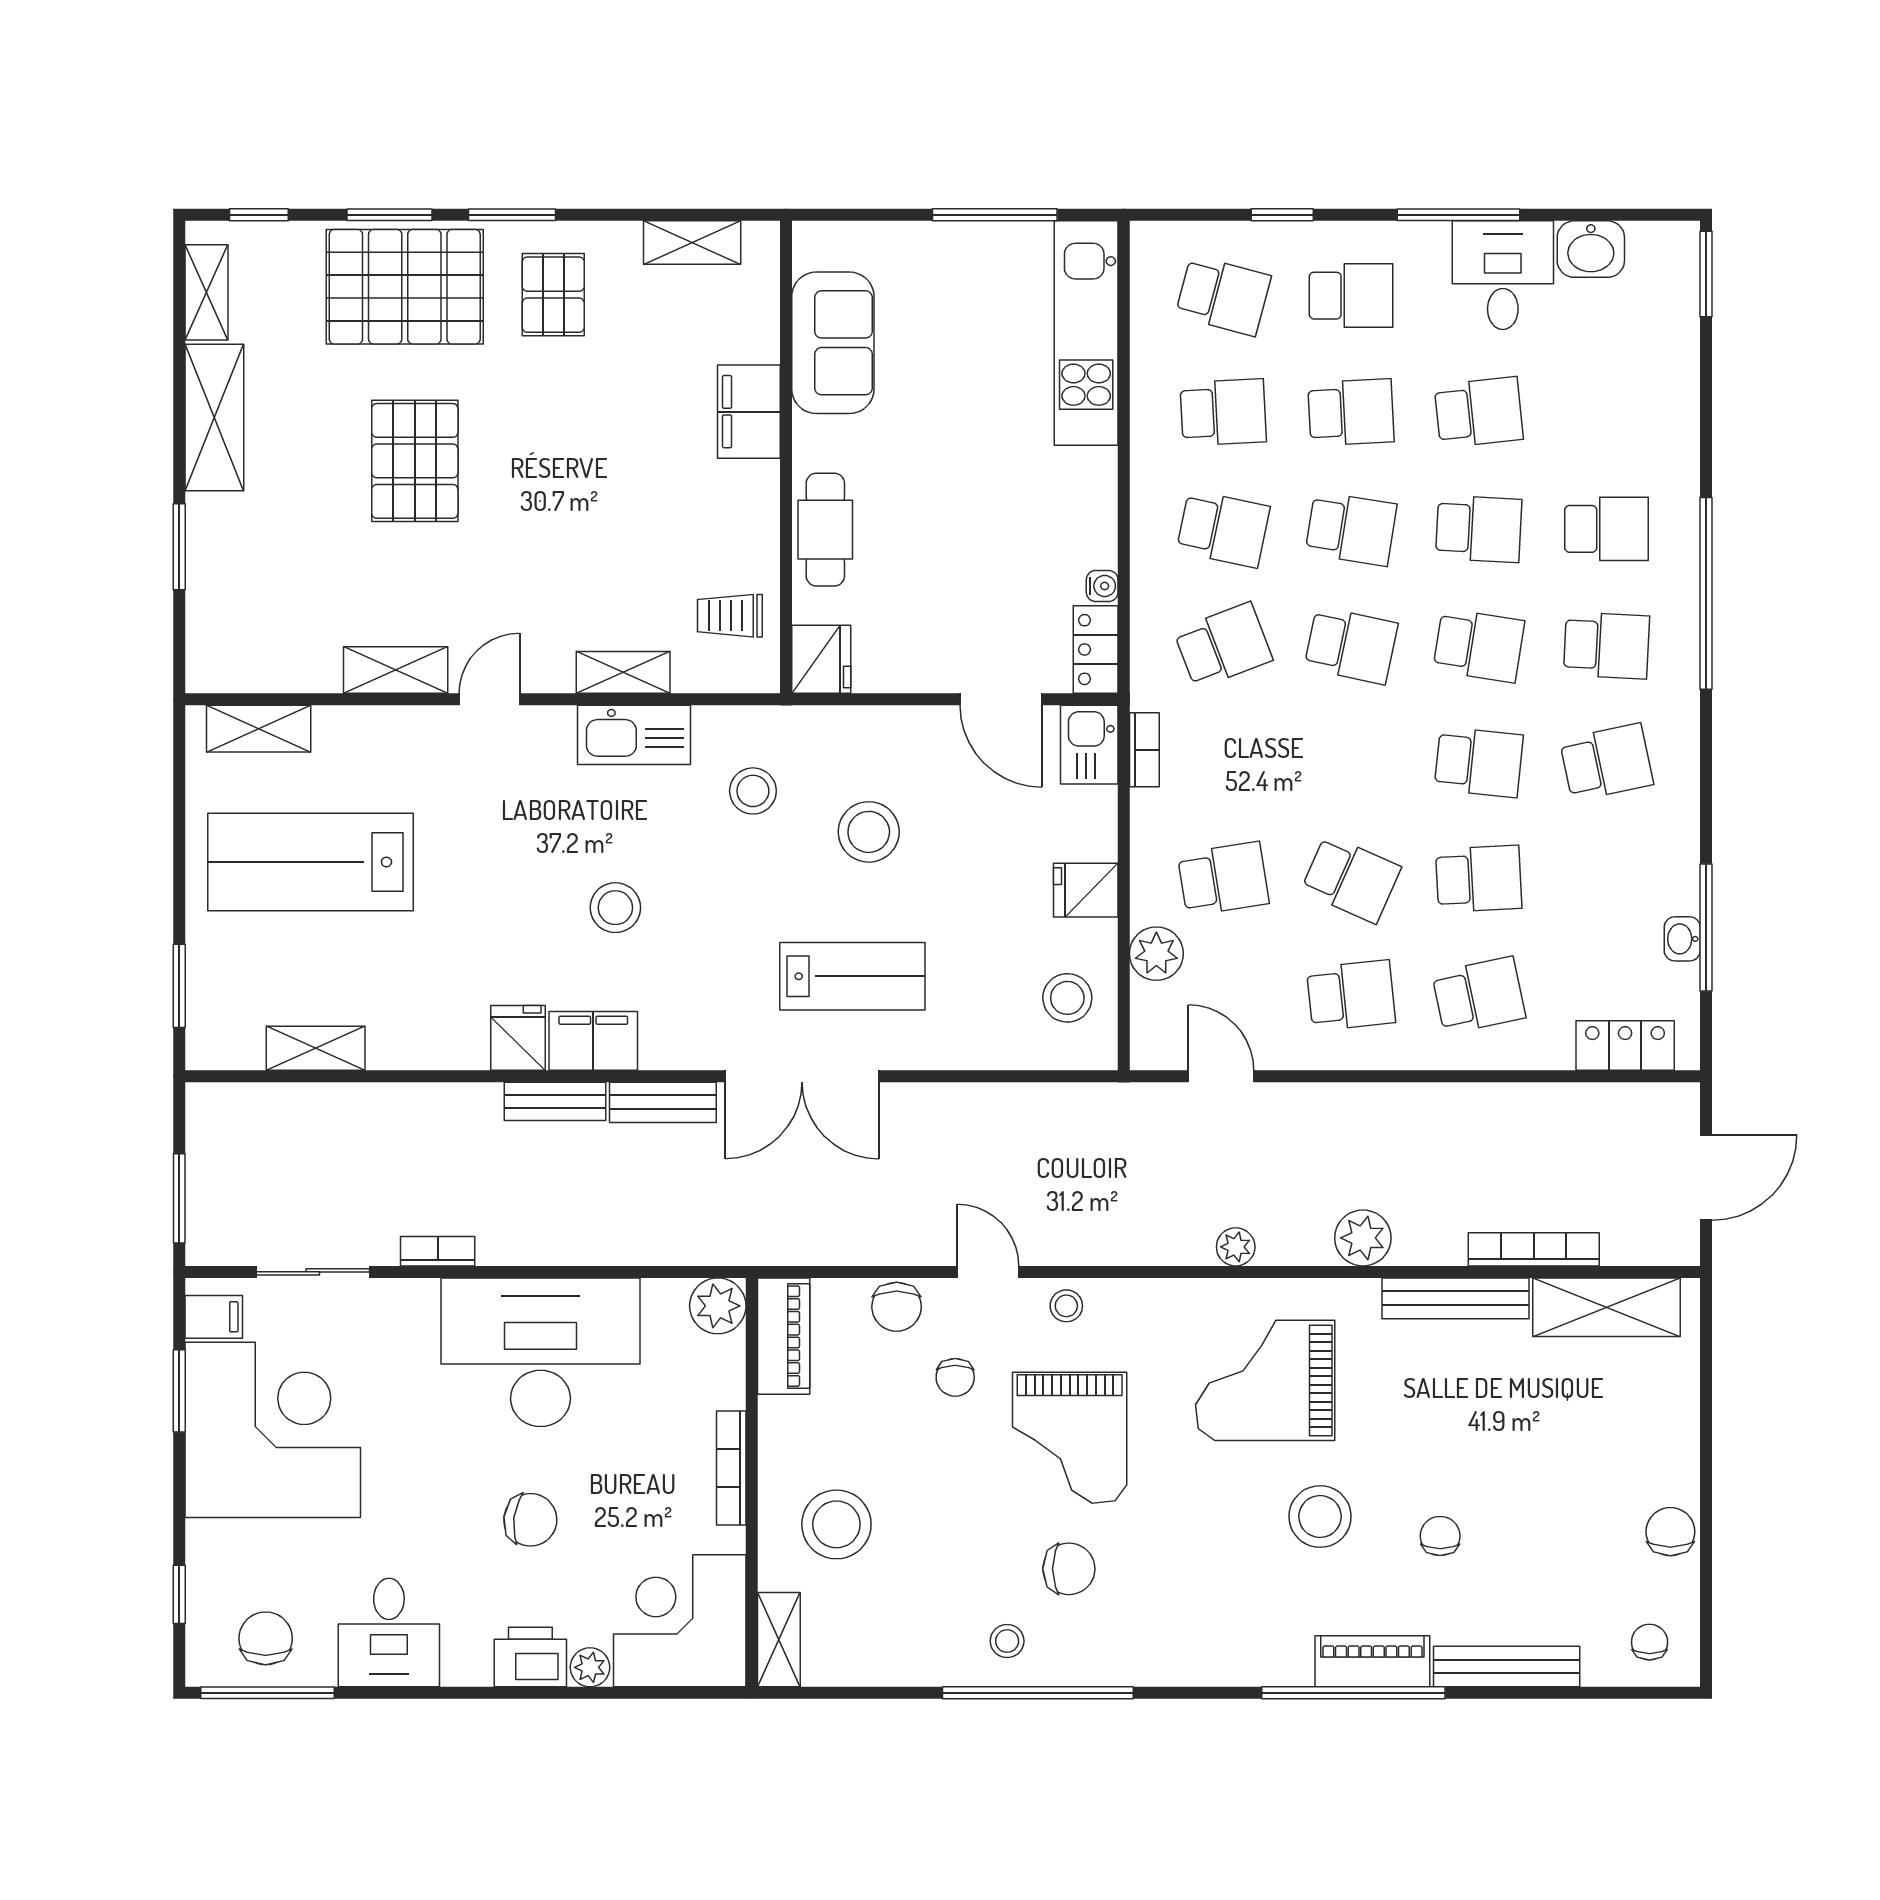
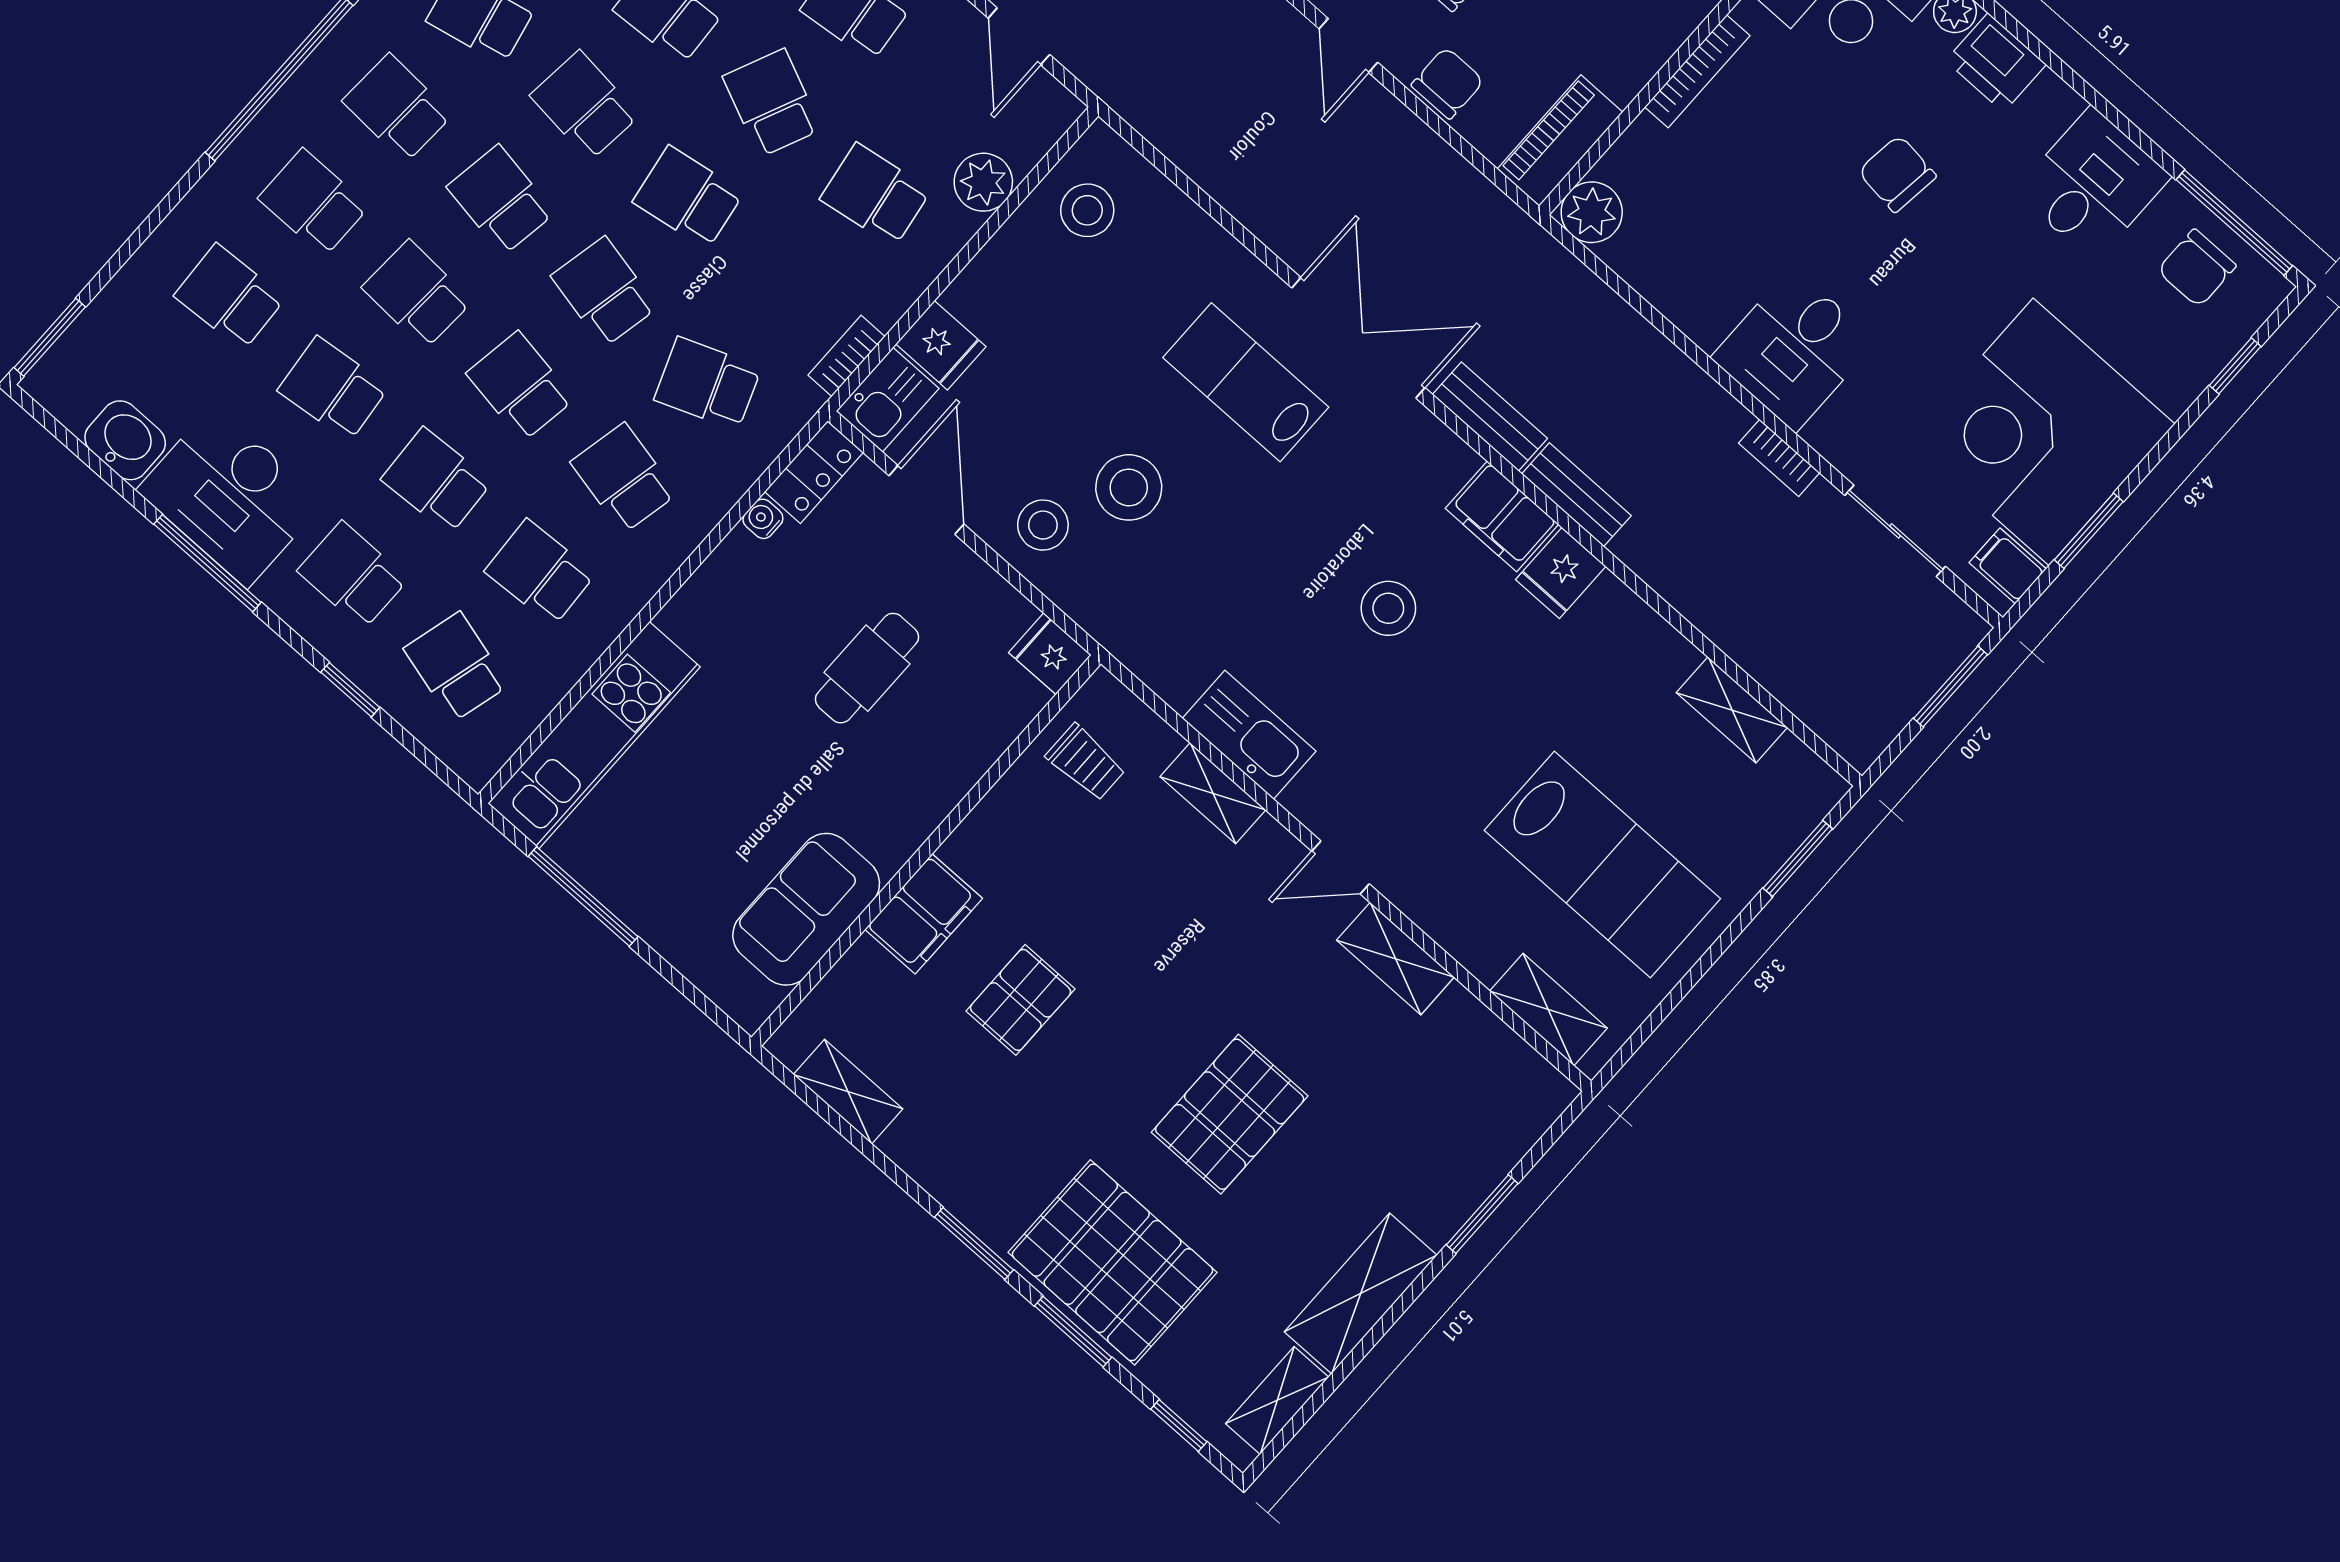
desk: (1503, 275) -> (230, 496), width x1.37
pallet: (553, 295) -> (1021, 1000), moved
school desk: (1607, 412) -> (230, 297), added
cafe table: (825, 530) -> (867, 668), moved
fridge: (821, 659) -> (1050, 654), width x0.72
school desk: (1351, 762) -> (688, 197), added
stool: (753, 791) -> (1043, 525), moved
fridge: (1086, 890) -> (941, 345), moved
desk: (541, 1352) -> (1794, 349), width x0.53, depth x0.77

